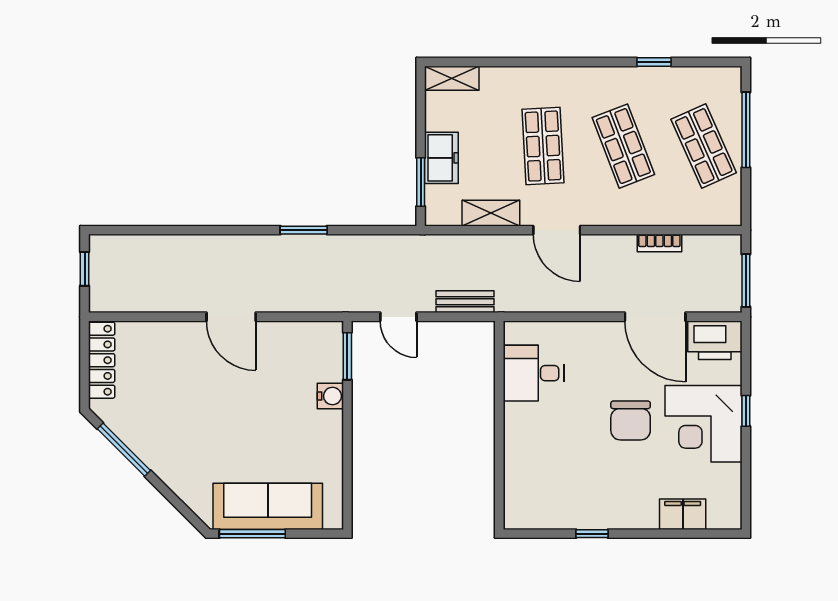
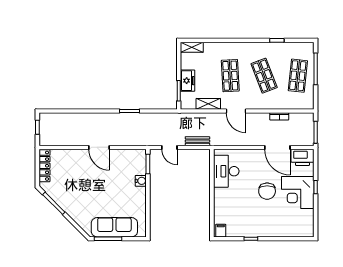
shop shelf: (704, 146) -> (298, 76), turned 30
desk: (533, 373) -> (226, 171), width x1.37
filing cabinet: (683, 514) -> (221, 231), moved, width x0.50

